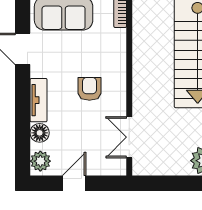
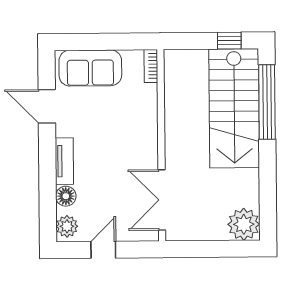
armchair: (89, 89) -> (119, 149), removed
double door: (129, 137) -> (162, 200), width x1.37

